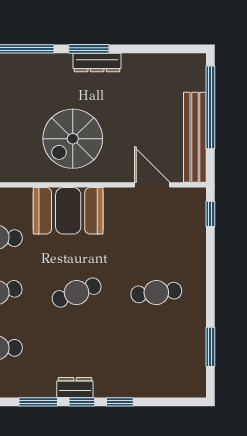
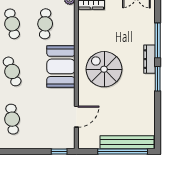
dresser: (97, 63) -> (150, 59), moved
bench: (195, 137) -> (127, 142), moved

